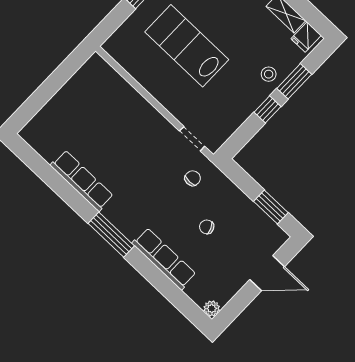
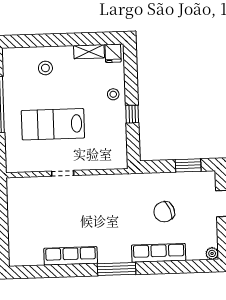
window: (294, 81) -> (131, 84), removed
doorway: (192, 139) -> (63, 173), moved
chair: (193, 178) -> (130, 193), removed
chair: (207, 227) -> (164, 212), width x1.87, depth x1.87

